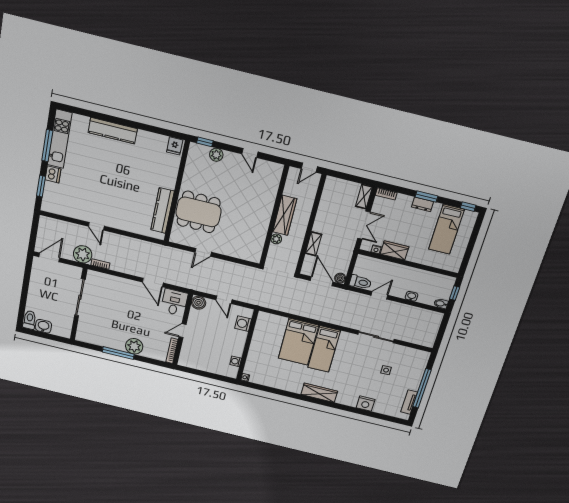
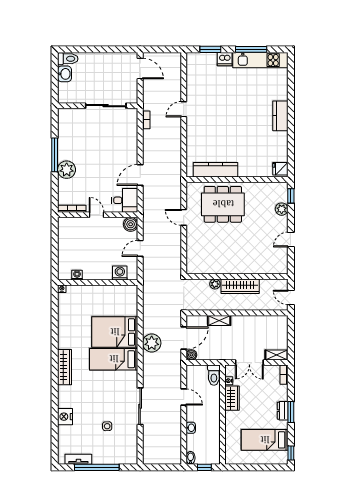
kitchen counter: (113, 131) -> (280, 116), width x0.67
dining table: (199, 212) -> (223, 204), turned 90
plant: (83, 254) -> (152, 343), moved
toilet: (360, 282) -> (214, 375), moved

